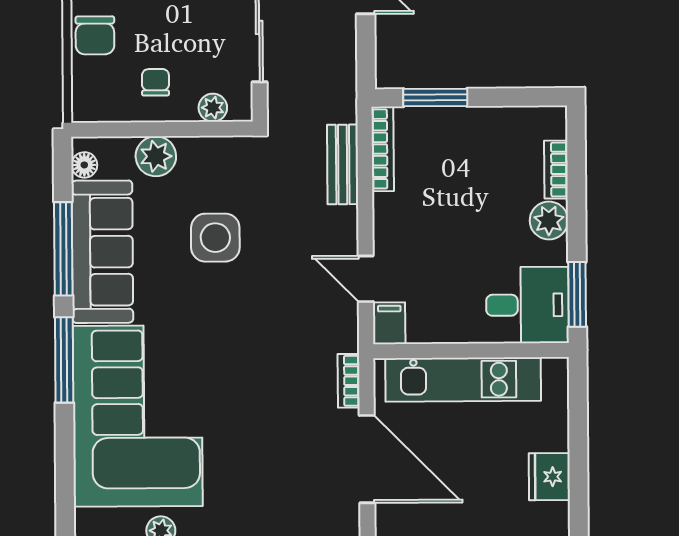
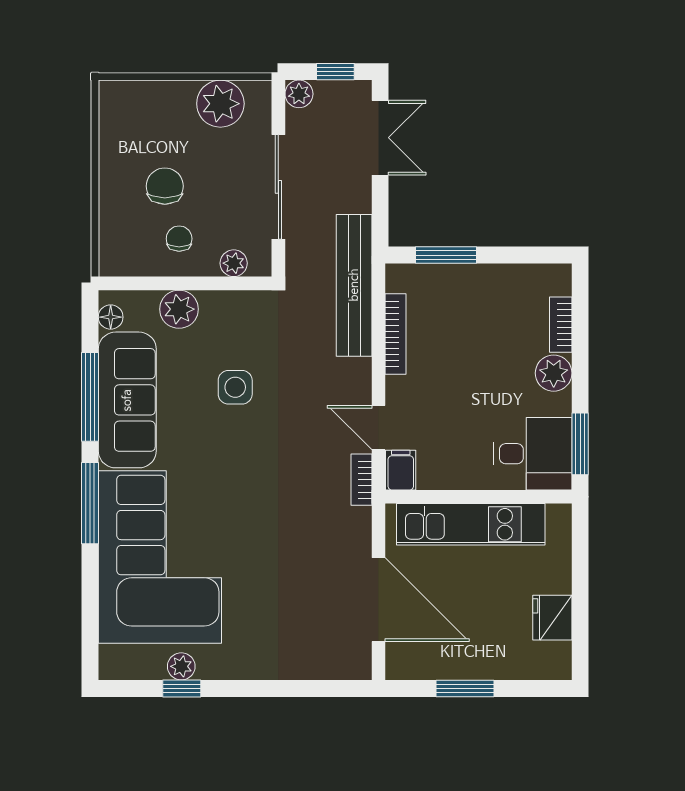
chair: (95, 35) -> (165, 186), moved, turned 180
bookcase: (383, 149) -> (395, 334), moved
bench: (343, 164) -> (354, 285), width x1.86, depth x1.21
side table: (215, 238) -> (235, 387), width x0.73, depth x0.73
bookcase: (349, 381) -> (361, 480), moved

